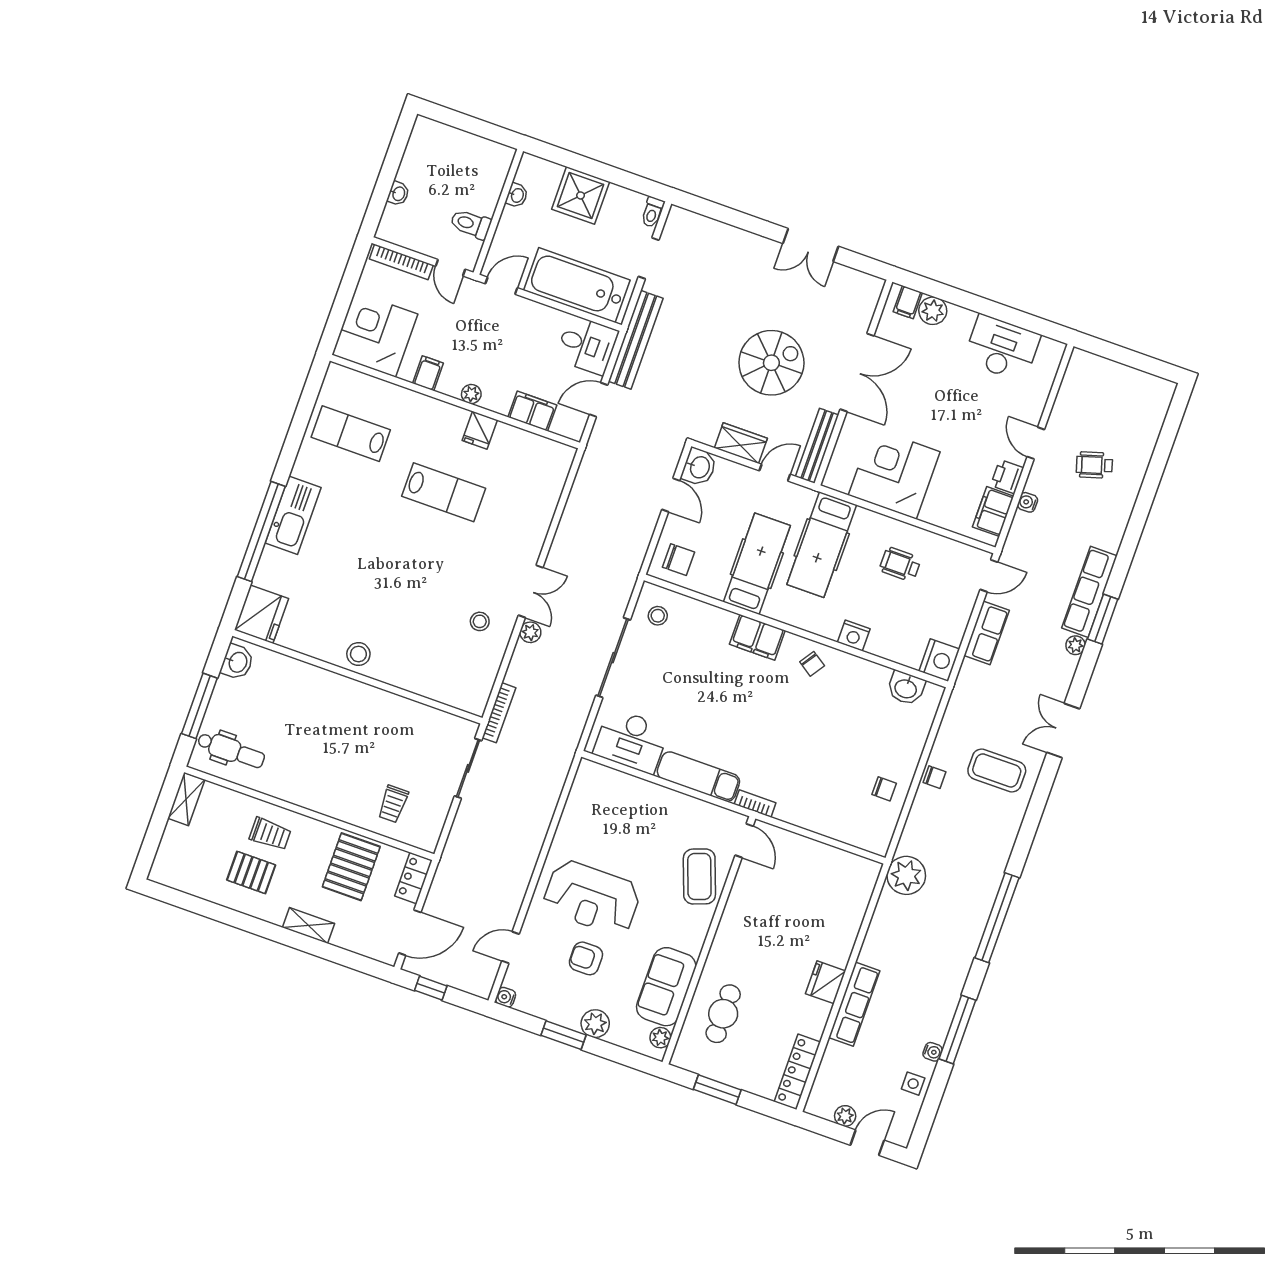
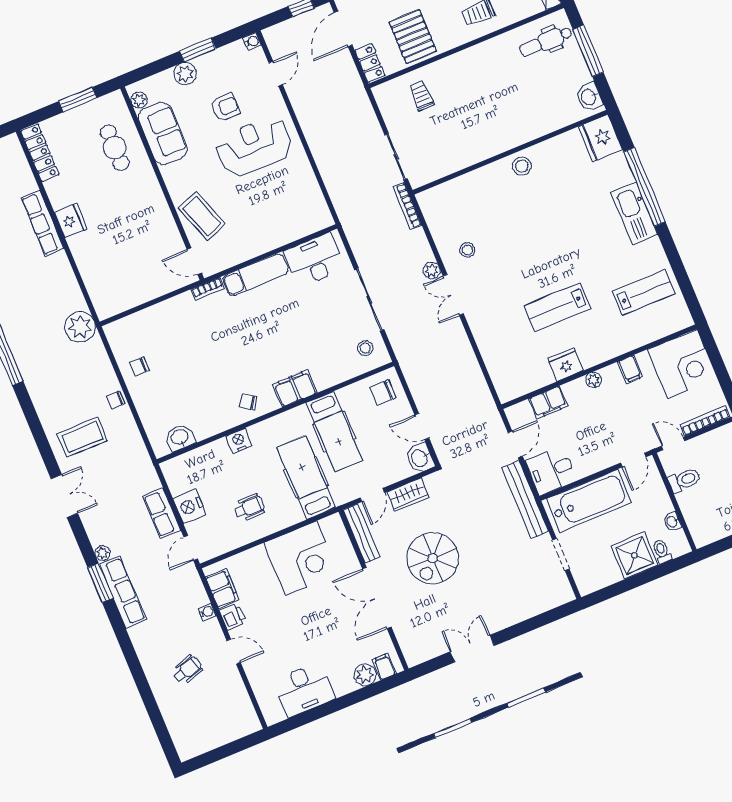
toilet: (652, 212) -> (662, 551), moved
fridge: (480, 430) -> (565, 365), width x1.38
nightstand: (939, 660) -> (189, 506), moved

